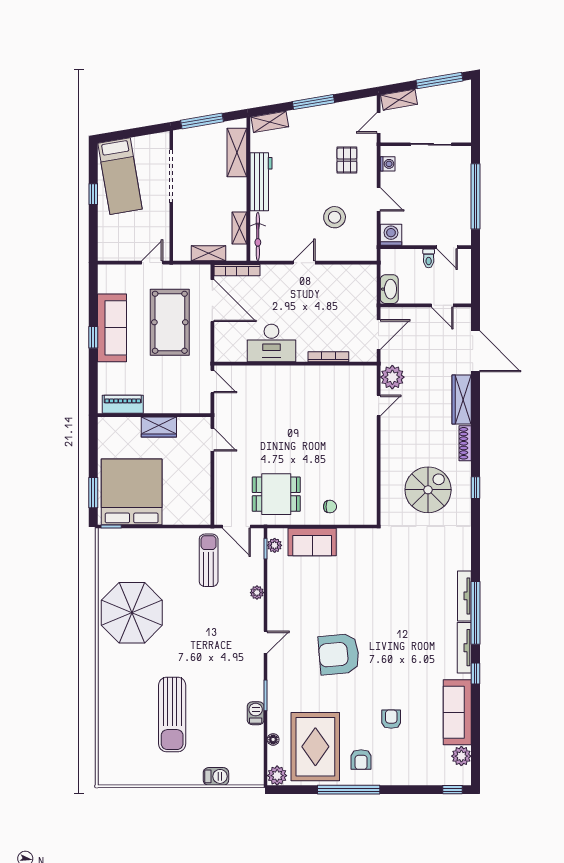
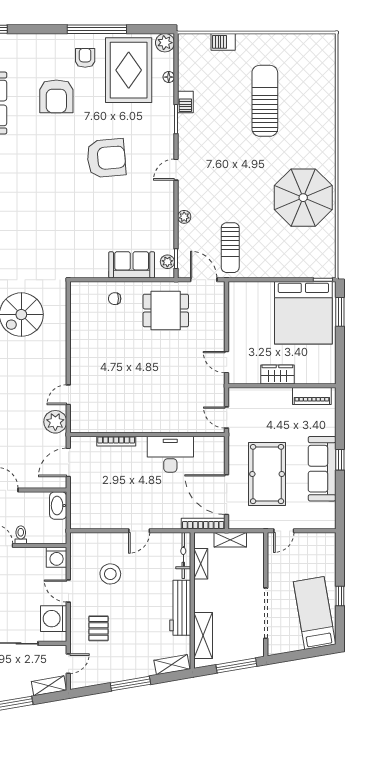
washing machine: (388, 164) -> (54, 619), width x1.89, depth x1.89
armchair: (391, 719) -> (56, 96), width x1.88, depth x1.88

